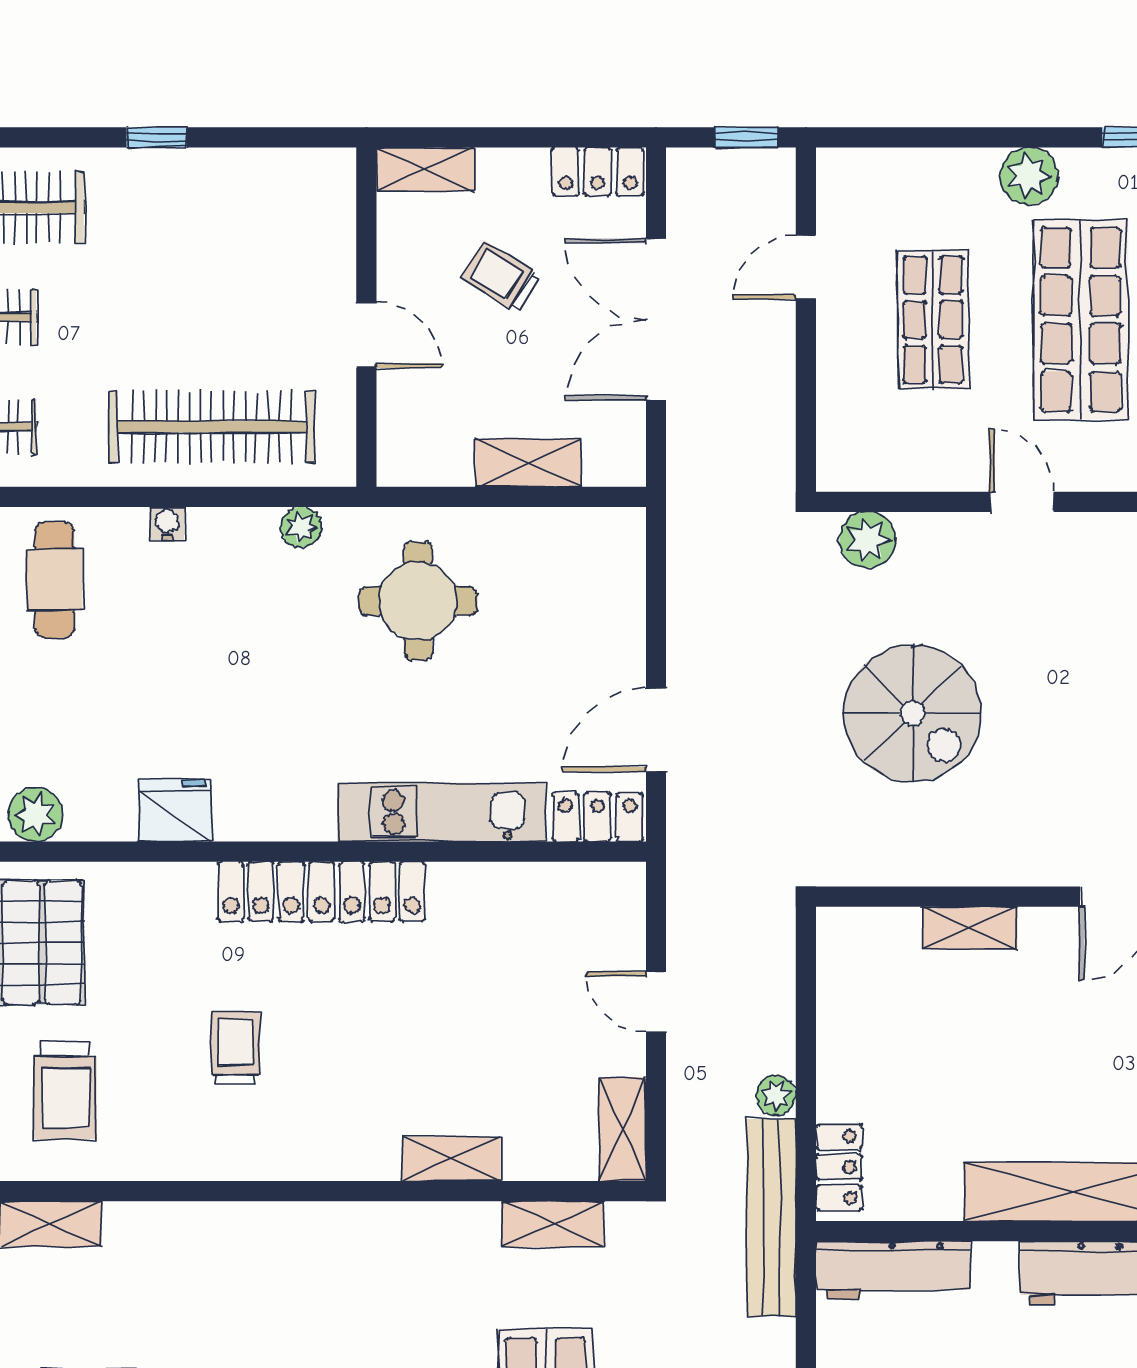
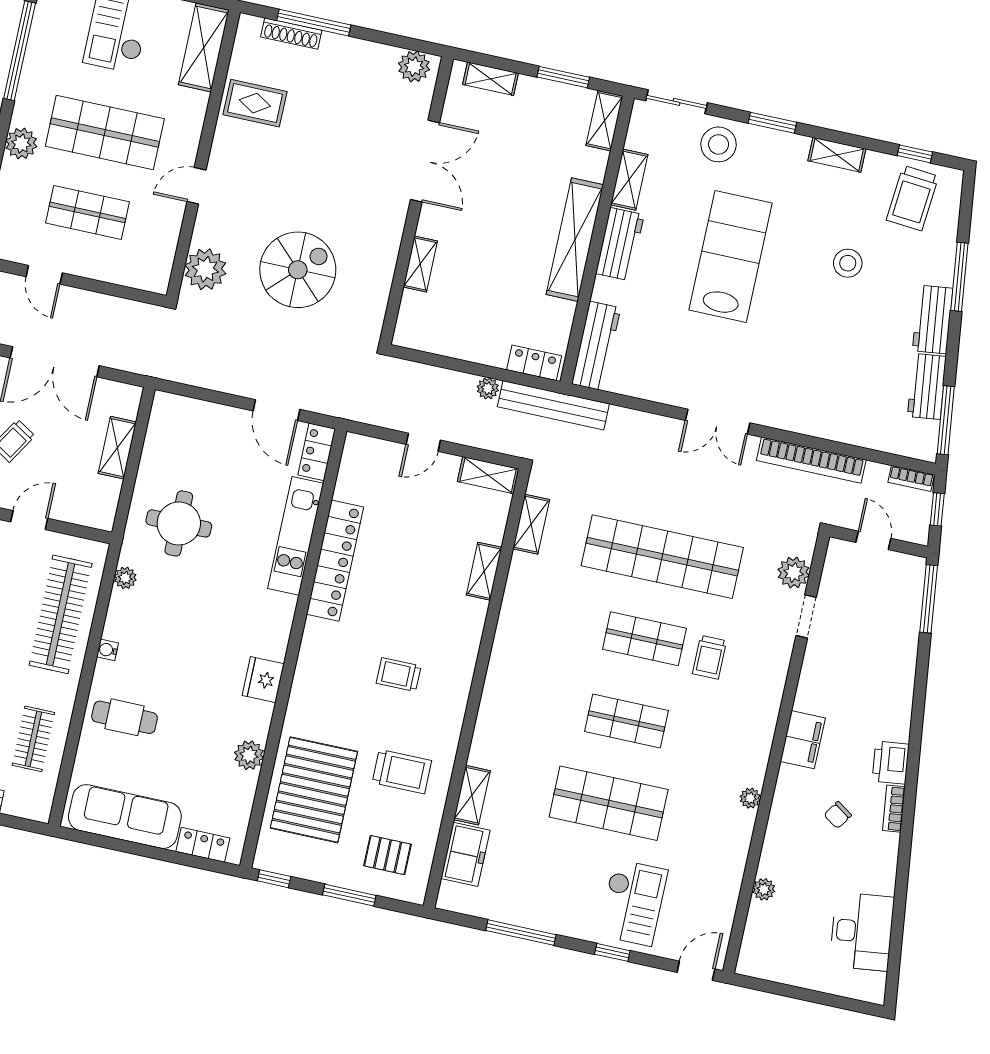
plant: (867, 540) -> (205, 269), width x1.36, depth x1.36
locker: (322, 892) -> (335, 561), moved

